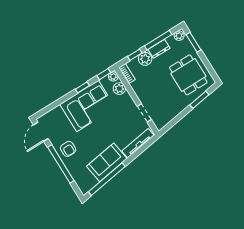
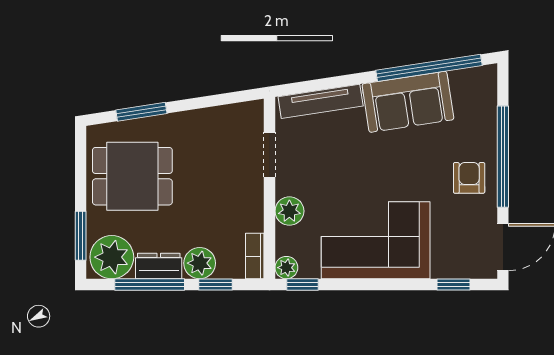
plant: (179, 36) -> (112, 257), width x1.88, depth x1.88
dining table: (188, 75) -> (132, 176), turned 90
window: (82, 87) -> (454, 284), moved
plant: (119, 89) -> (289, 211), moved

